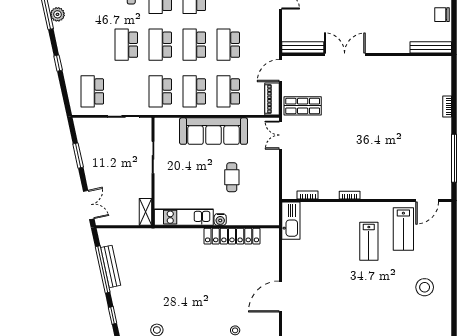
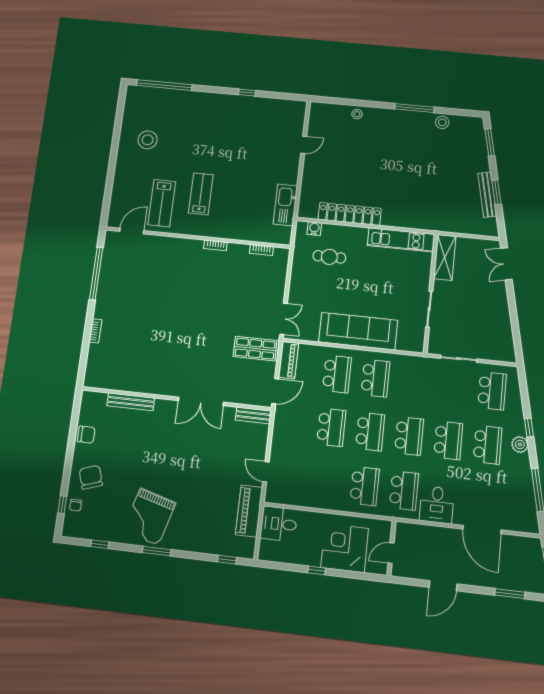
plant: (57, 14) -> (520, 444), moved
bench: (303, 47) -> (253, 415), width x0.73
bench: (431, 47) -> (131, 402), moved
school desk: (160, 91) -> (488, 445), moved
window: (78, 156) -> (514, 320), removed
cafe table: (232, 177) -> (329, 257), moved, turned 90
shelving: (146, 212) -> (445, 257), width x1.50, depth x1.33
water cooler: (220, 220) -> (314, 229), moved
kitchen sink: (291, 221) -> (285, 205), moved
lab bench: (403, 229) -> (162, 203), turned 180
window: (103, 269) -> (496, 192), width x0.47
door: (281, 297) -> (304, 145), width x0.53
window: (113, 315) -> (490, 142), width x1.50

